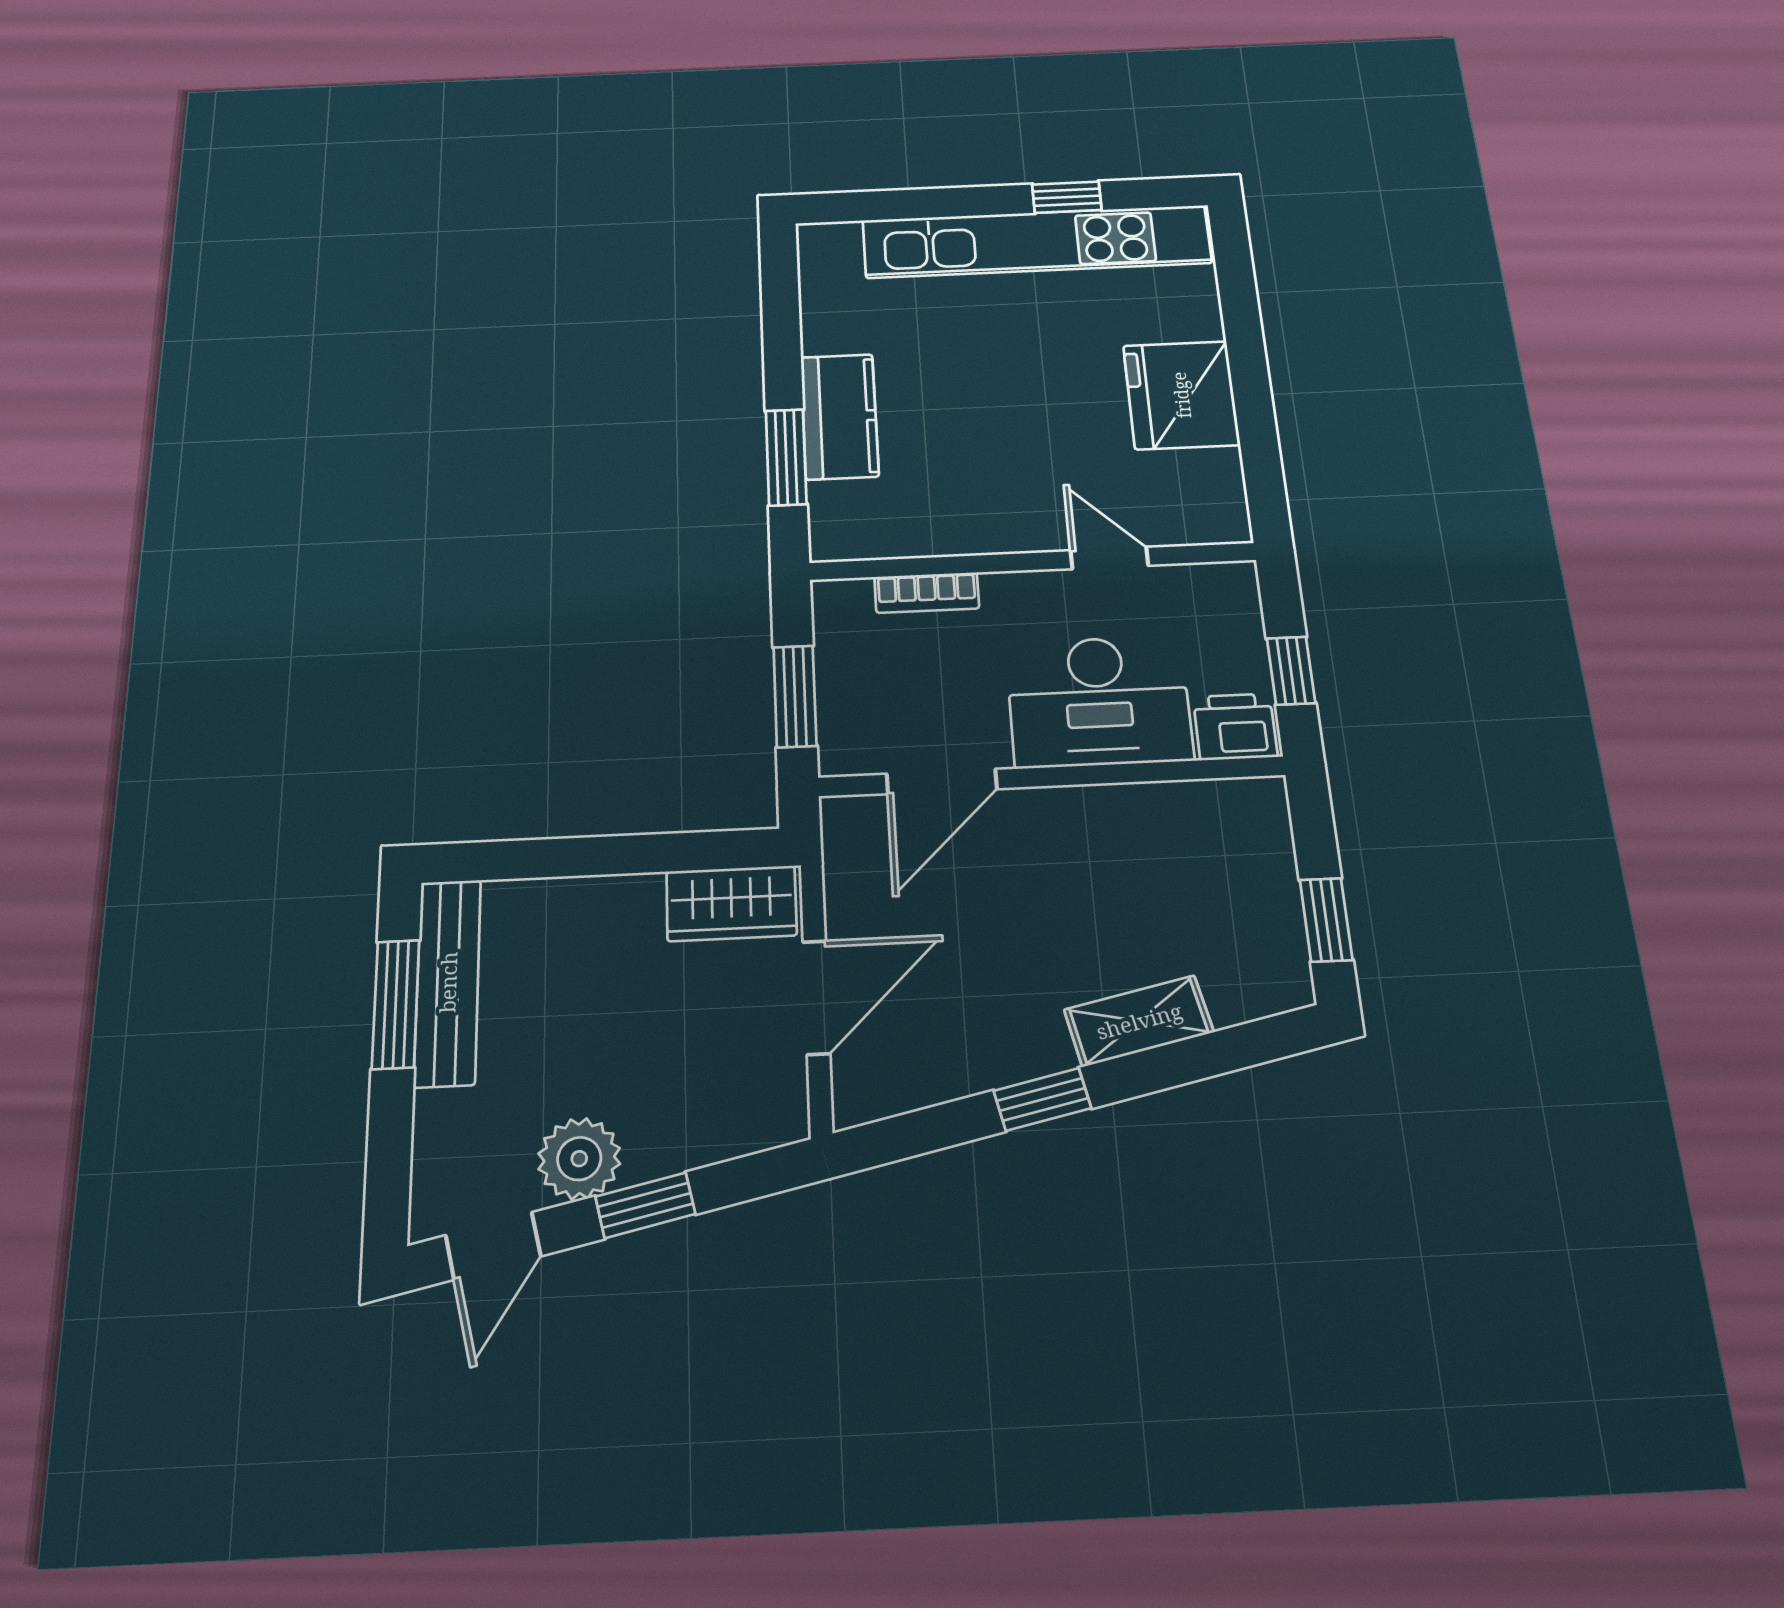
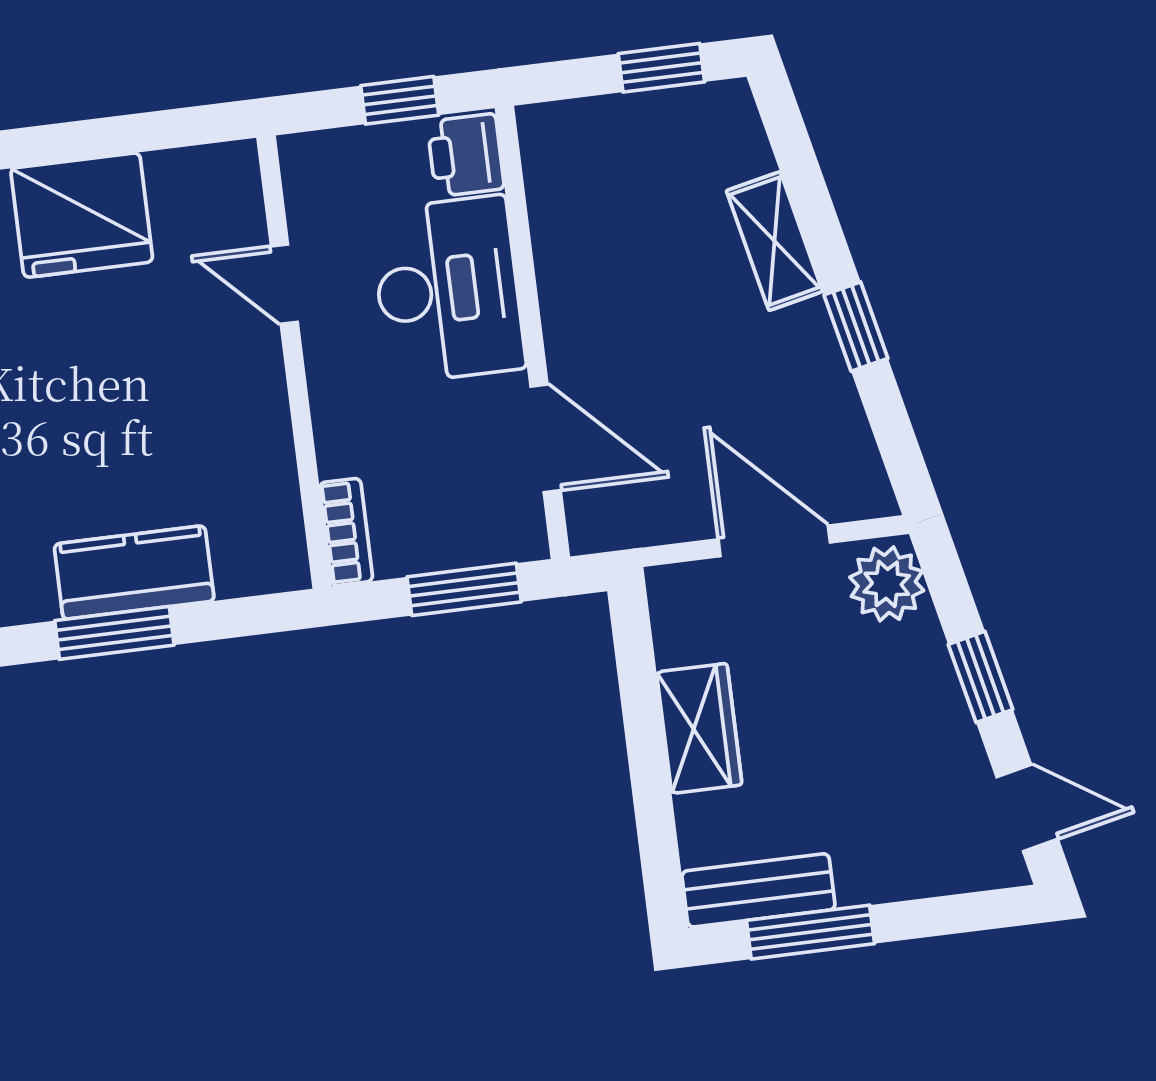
window: (786, 457) -> (114, 633), moved
door: (1109, 558) -> (284, 284), hinge flipped
bookcase: (927, 593) -> (346, 532), moved
wardrobe: (731, 903) -> (699, 728), moved
bench: (448, 982) -> (758, 890), width x0.73
plant: (579, 1159) -> (887, 584), moved

